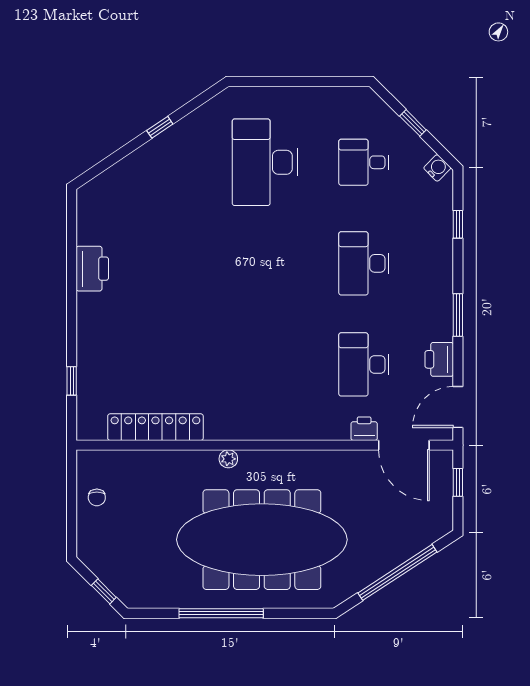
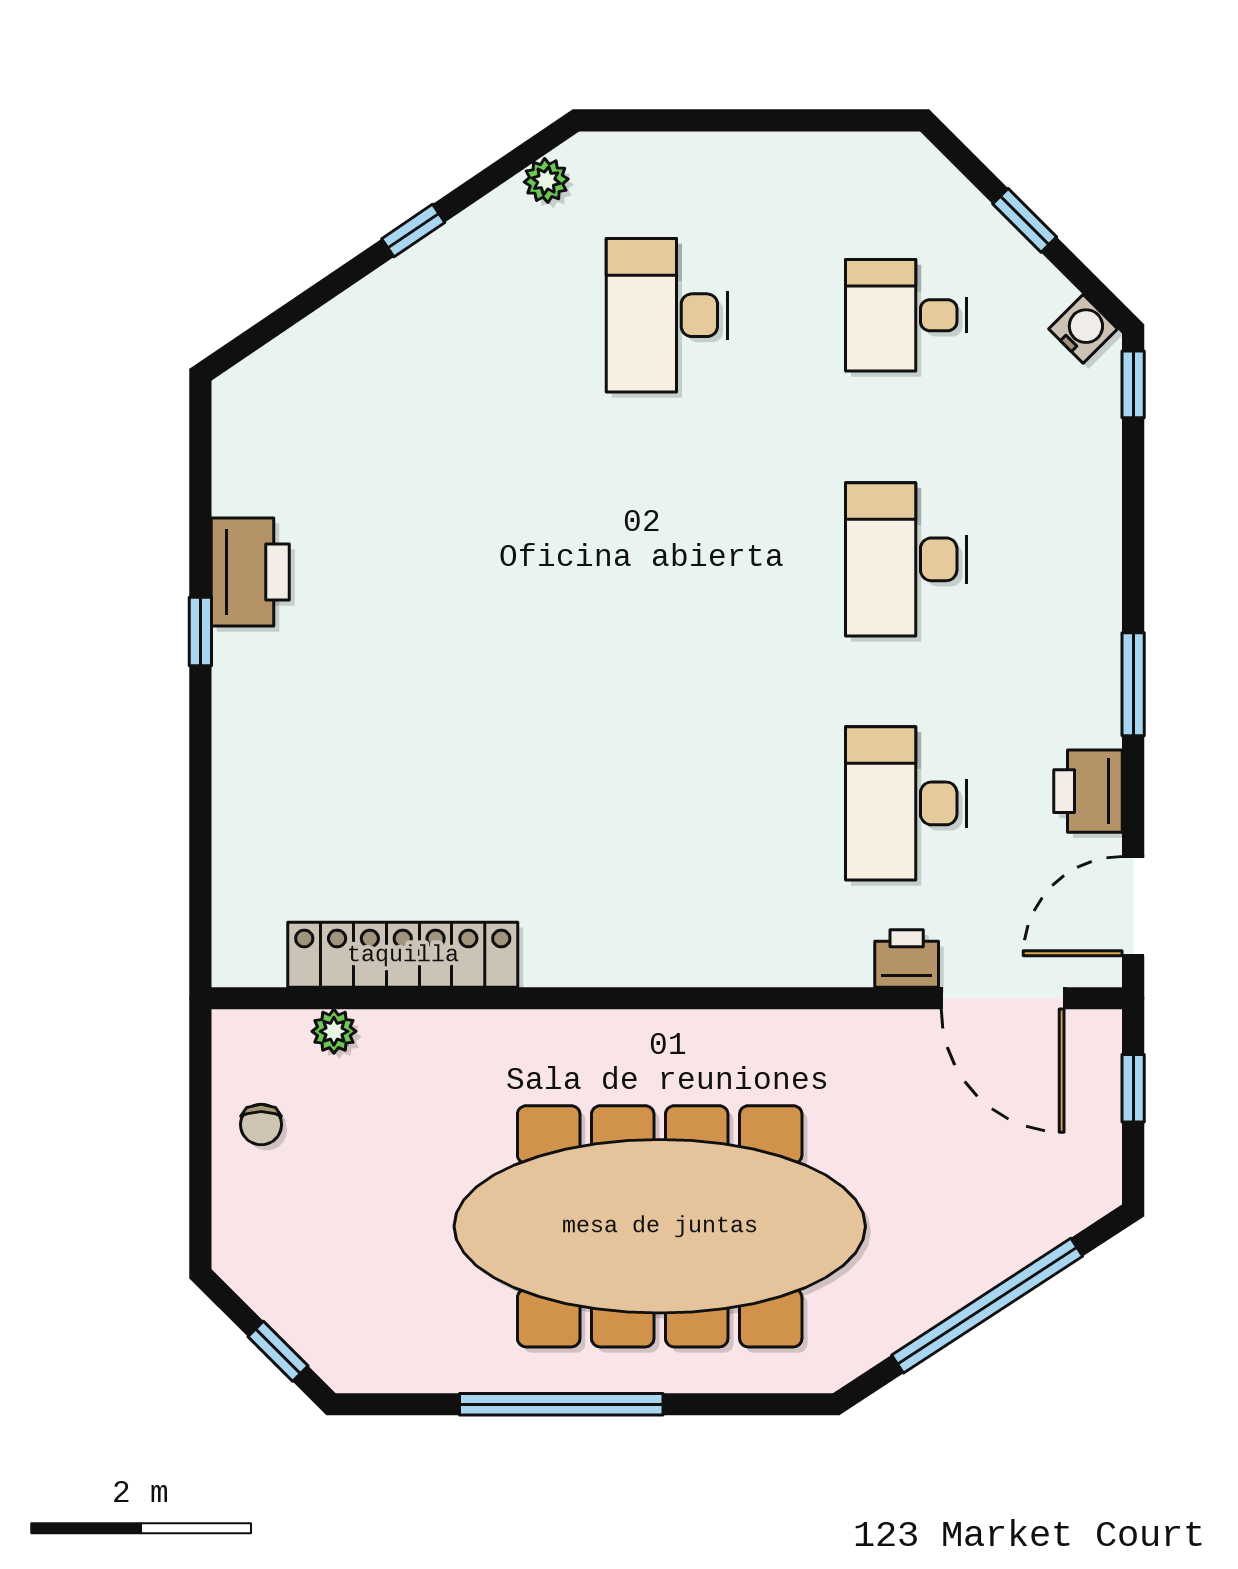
plant: (215, 107) -> (546, 181), added
desk: (265, 162) -> (667, 315), width x0.73, depth x0.77
window: (458, 224) -> (1133, 384), moved
window: (72, 381) -> (200, 632), moved
plant: (228, 459) -> (334, 1031), moved

